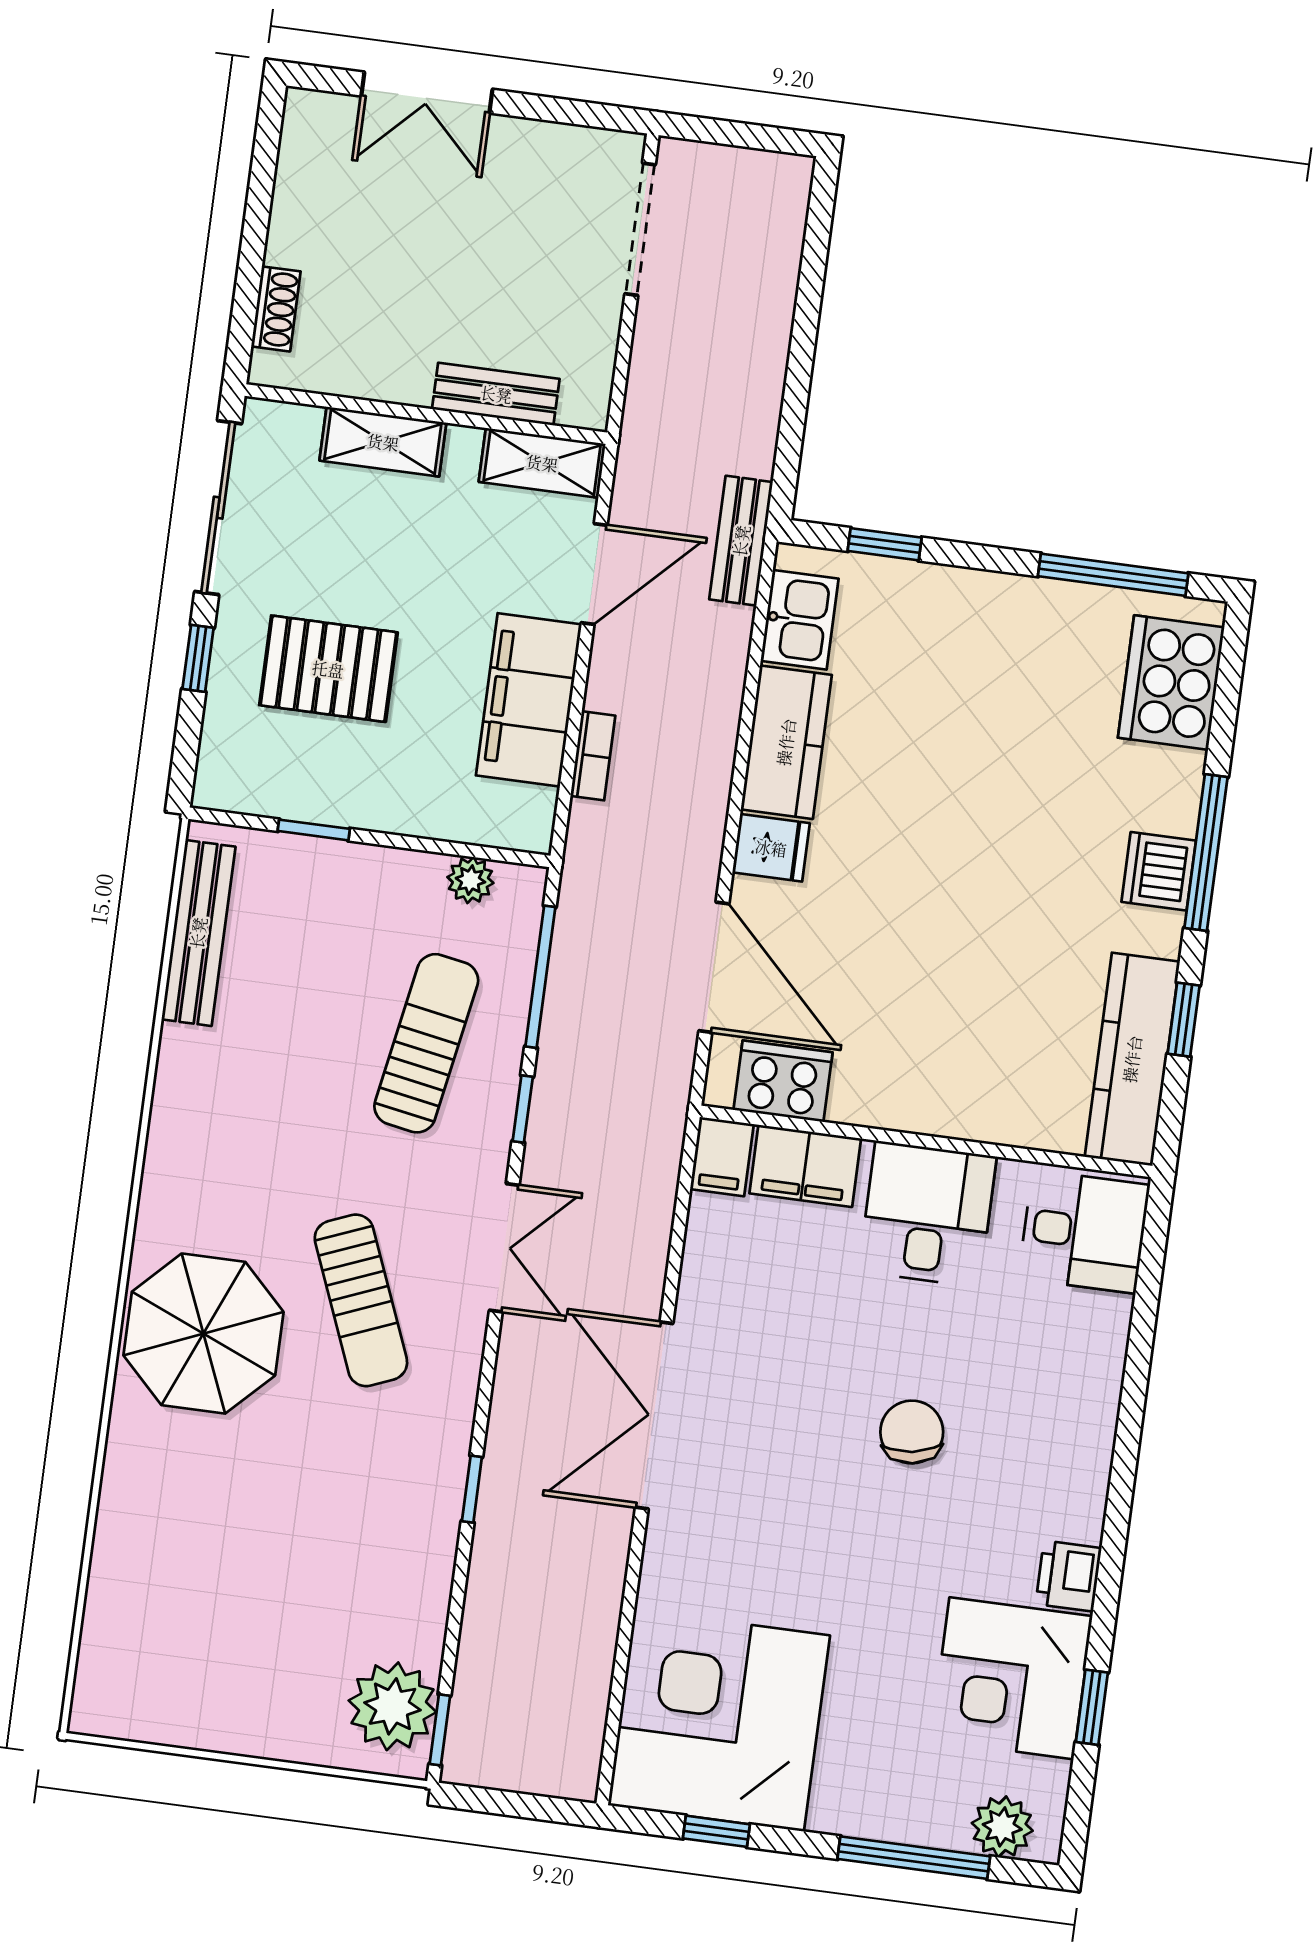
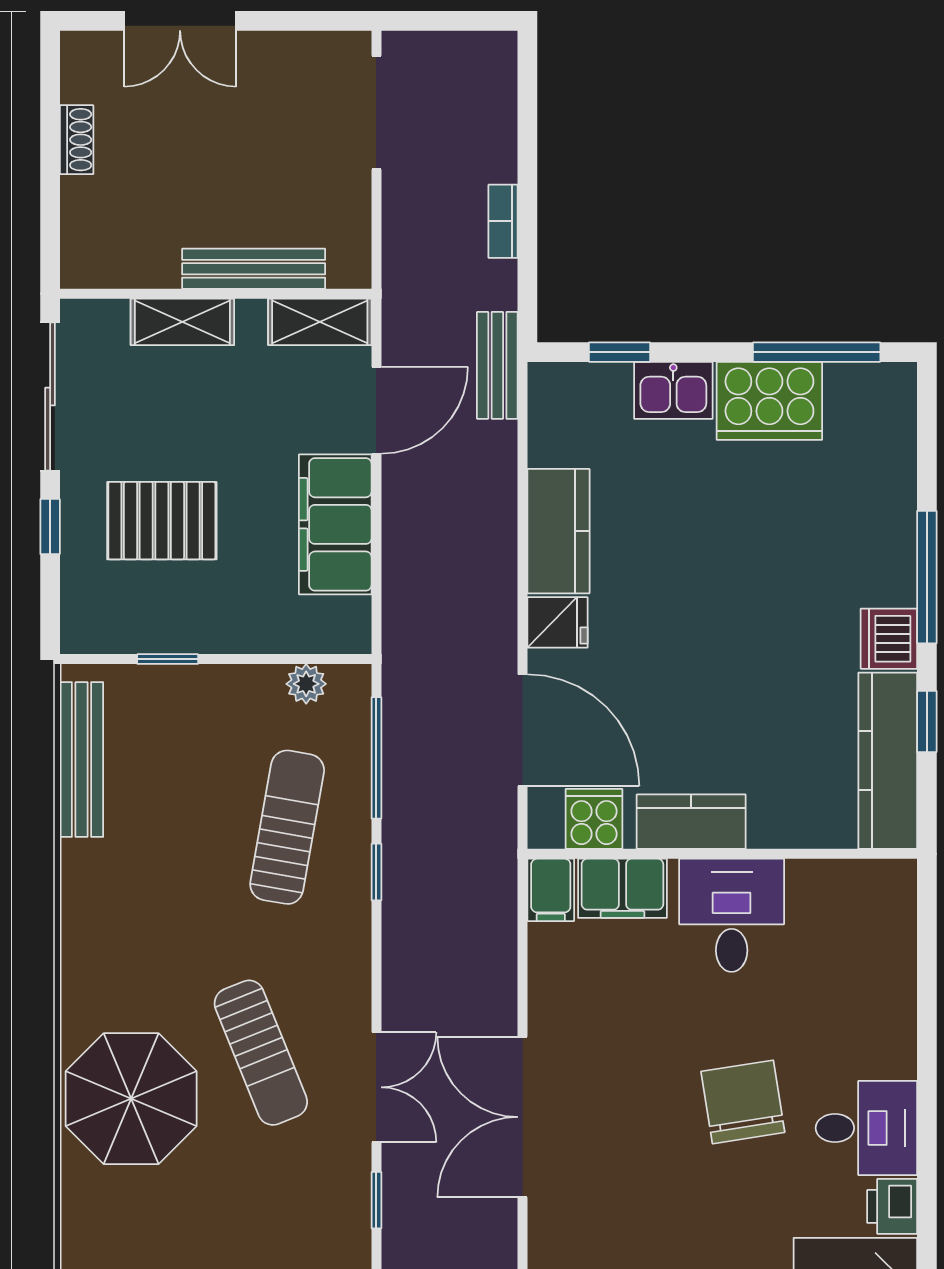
shoe rack: (276, 309) -> (77, 140), moved
bench: (496, 394) -> (254, 269), width x1.36
kitchen sink: (800, 620) -> (673, 390), moved, turned 90
cooker: (1171, 682) -> (769, 401), moved, turned -90
bookcase: (593, 756) -> (503, 221), moved, turned 180
dishwasher: (1159, 871) -> (889, 639), moved
cooker: (783, 1081) -> (594, 819), width x0.73
kitchen counter: (895, 1099) -> (691, 822), added
desk: (1084, 1232) -> (866, 1128), moved
double door: (504, 1248) -> (376, 1087), moved
chair: (912, 1432) -> (743, 1102), width x1.37, depth x1.37

